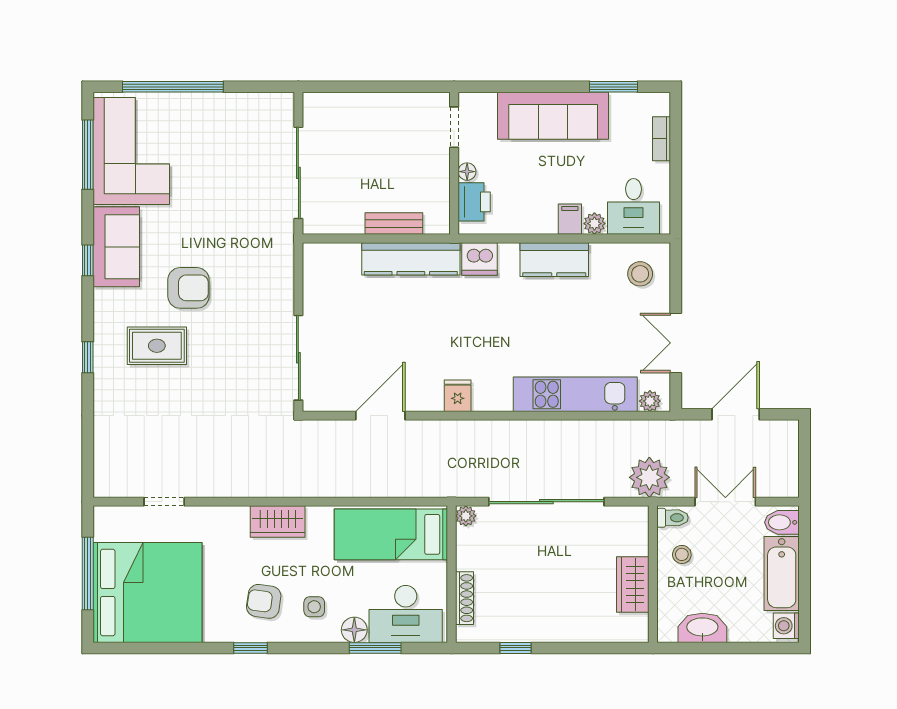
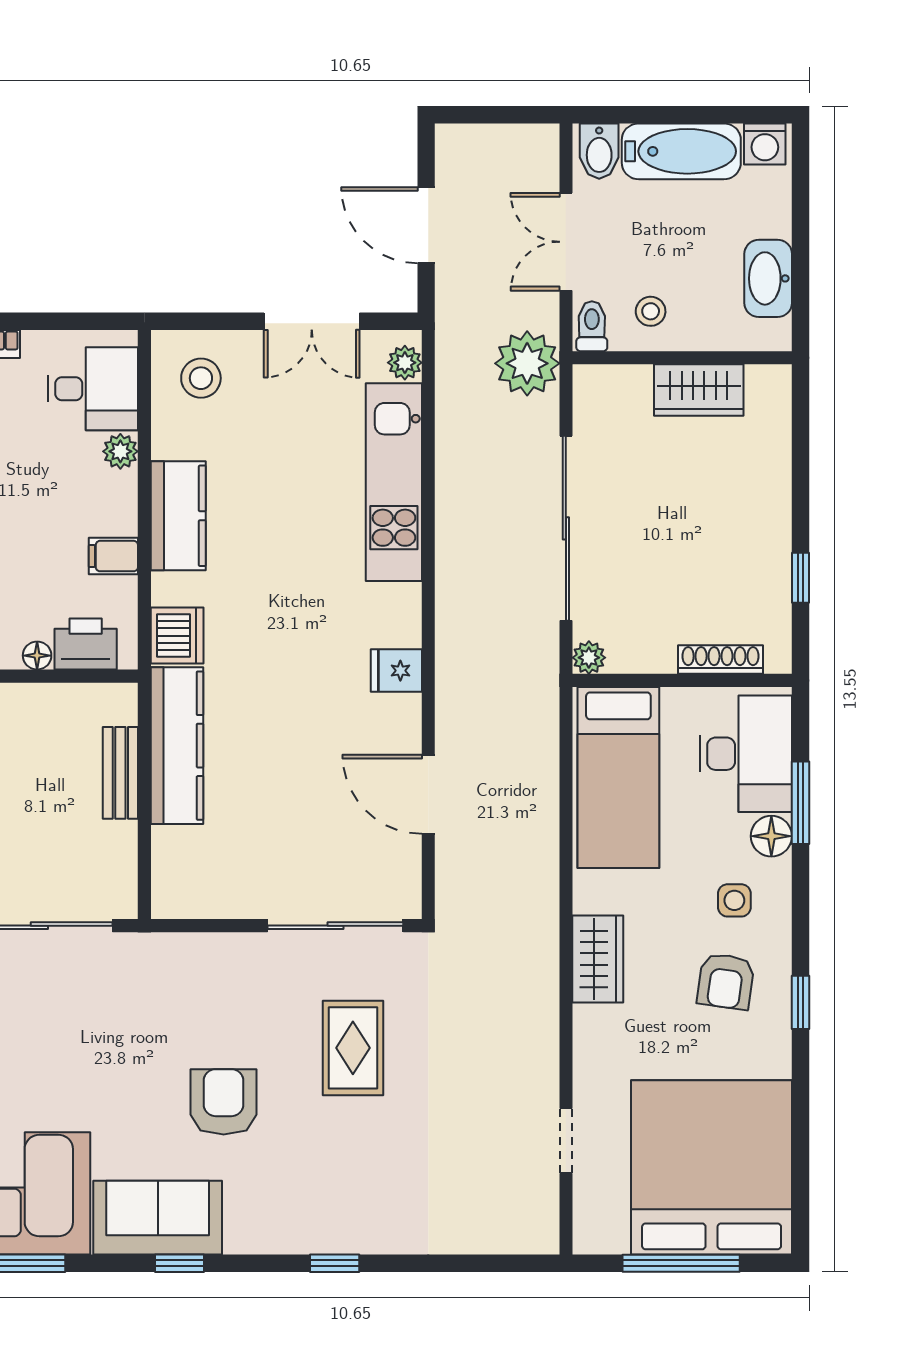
filing cabinet: (570, 219) -> (113, 556), moved
rug: (157, 346) -> (353, 1048), moved

